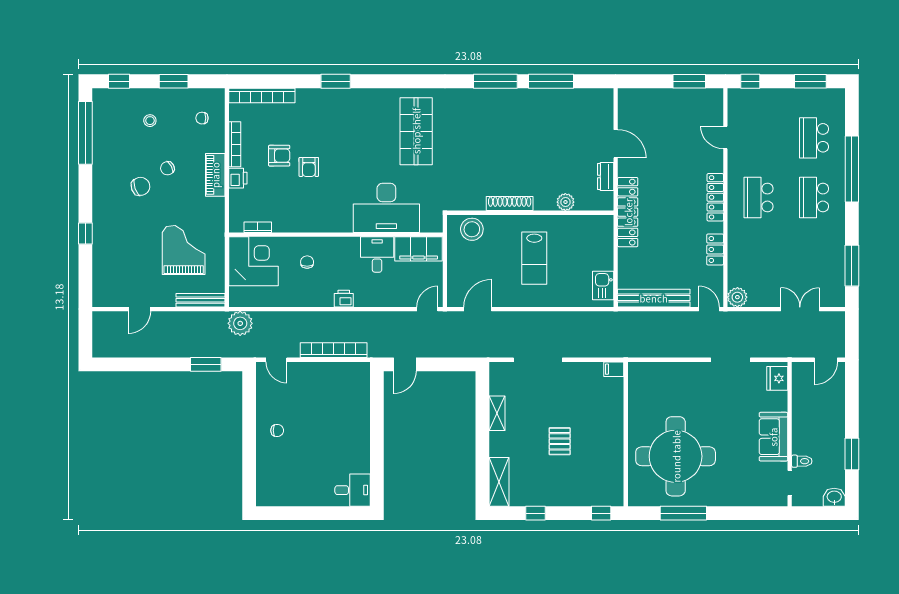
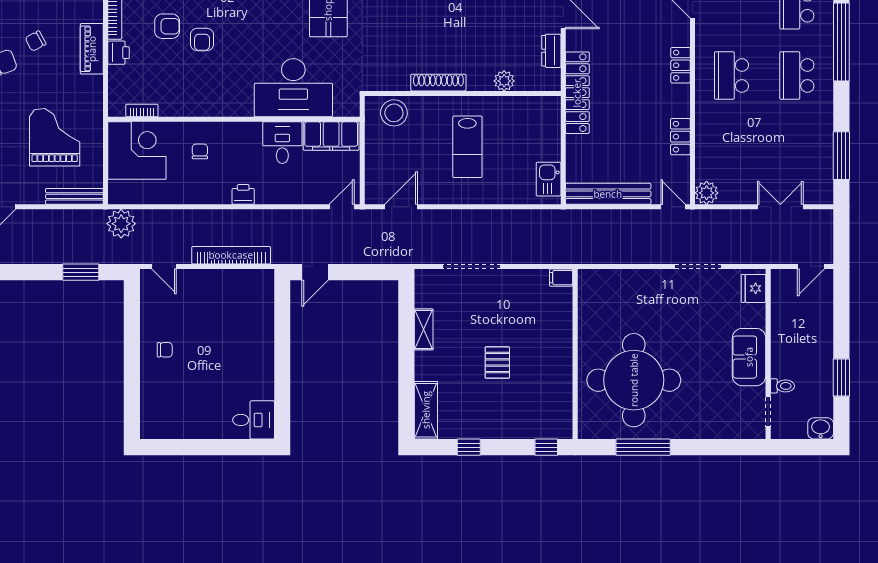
locker: (715, 197) -> (681, 65), width x0.66

